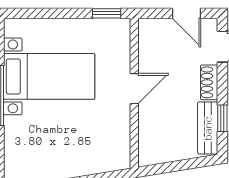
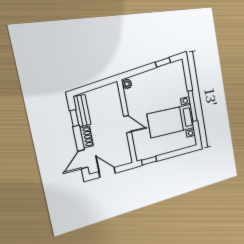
door: (134, 89) -> (128, 124), swing flipped
plant: (122, 159) -> (127, 84), added

